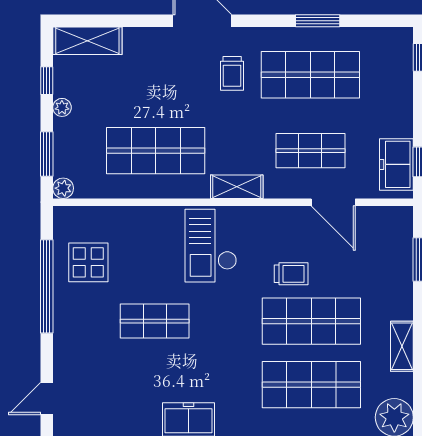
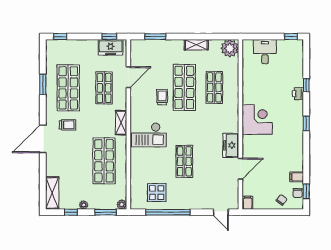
shop shelf: (311, 385) -> (214, 87), width x0.70, depth x0.74

